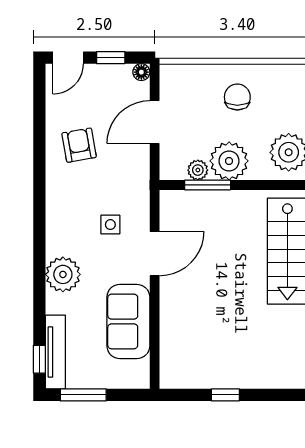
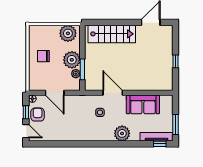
armchair: (79, 145) -> (38, 115), moved, turned 100

